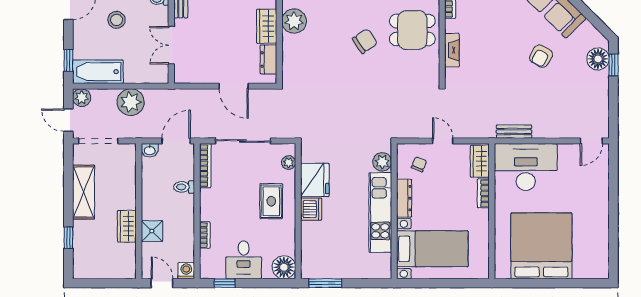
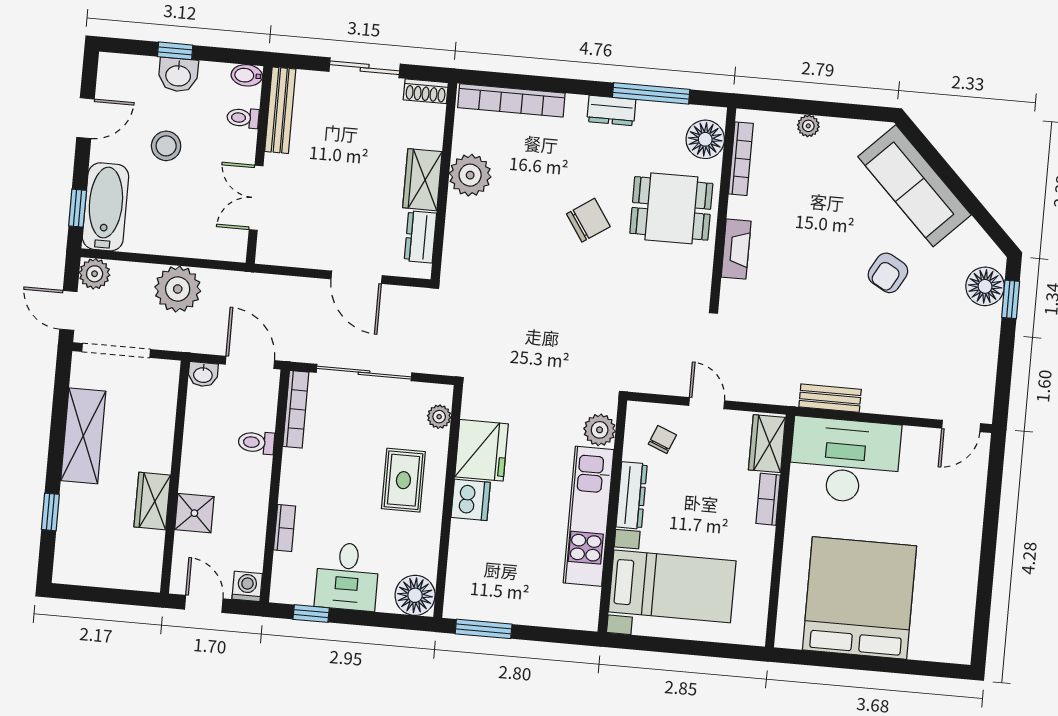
bathtub: (98, 72) -> (106, 207), moved, turned 90
door: (176, 141) -> (250, 362), hinge flipped

